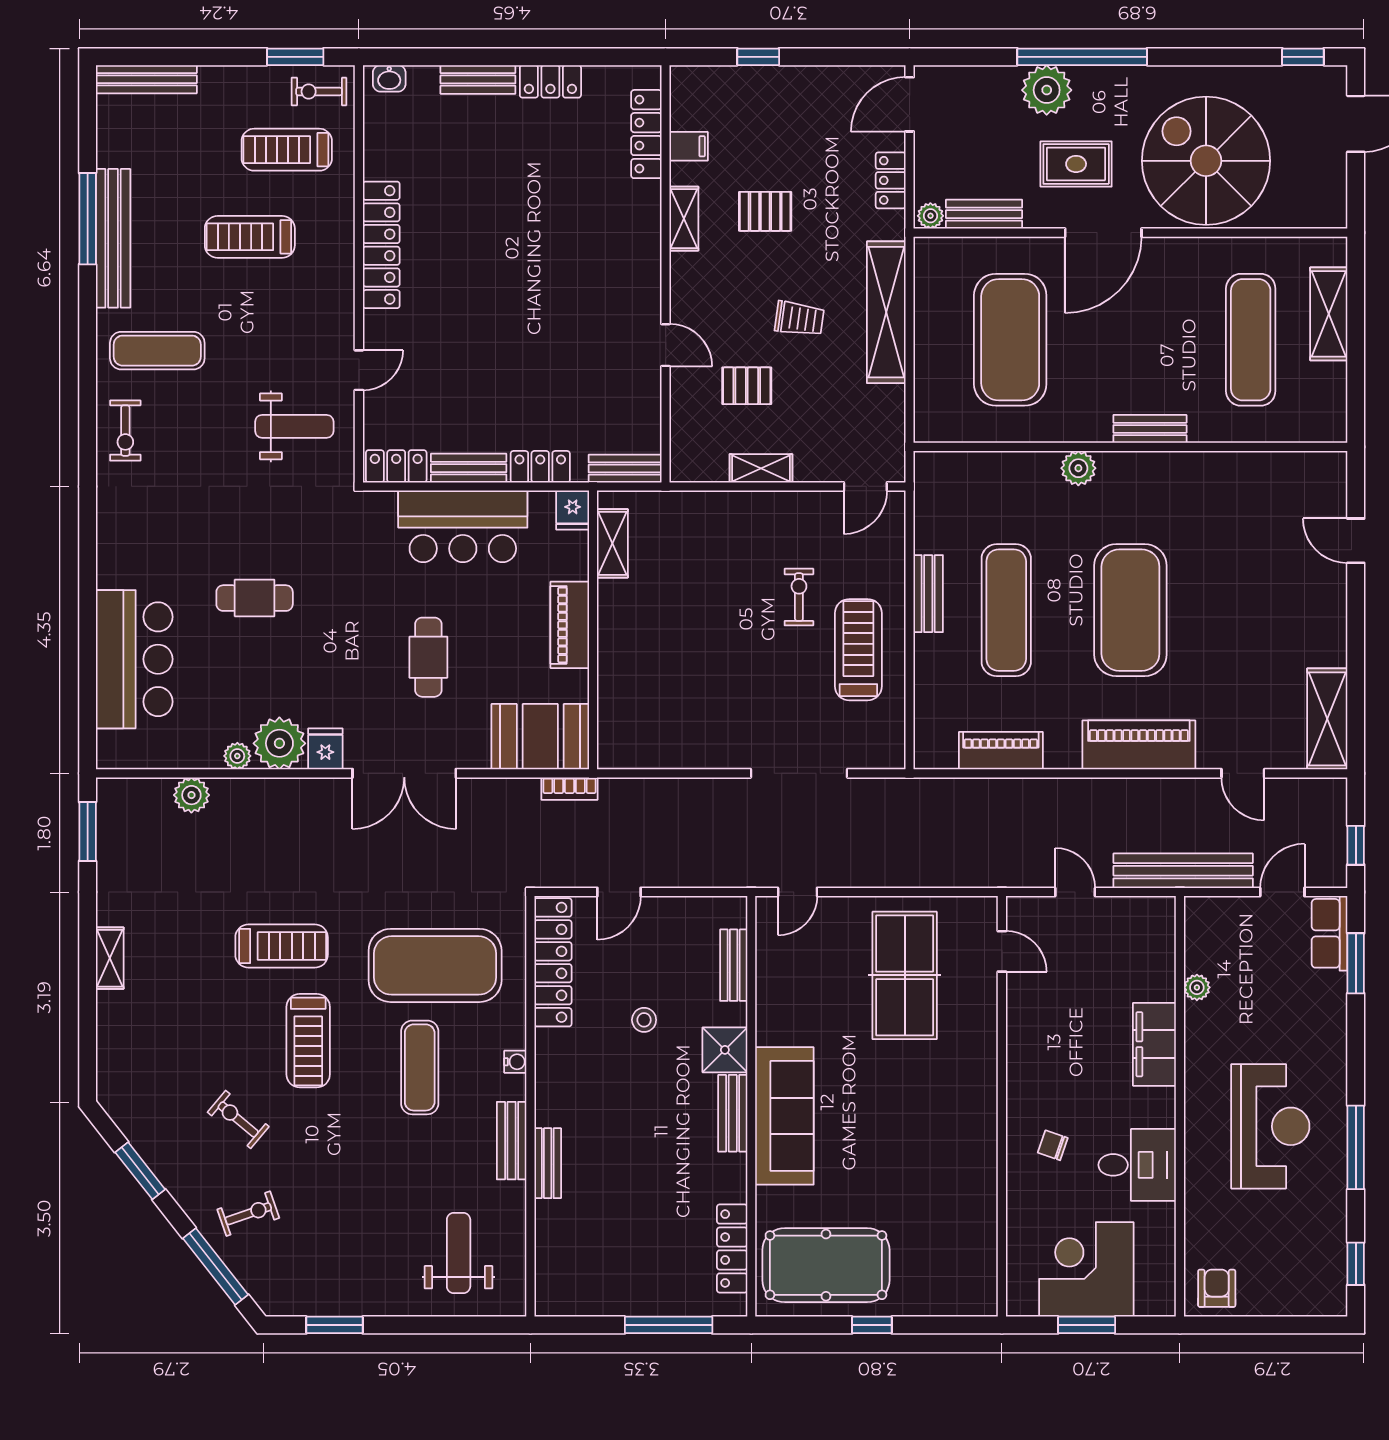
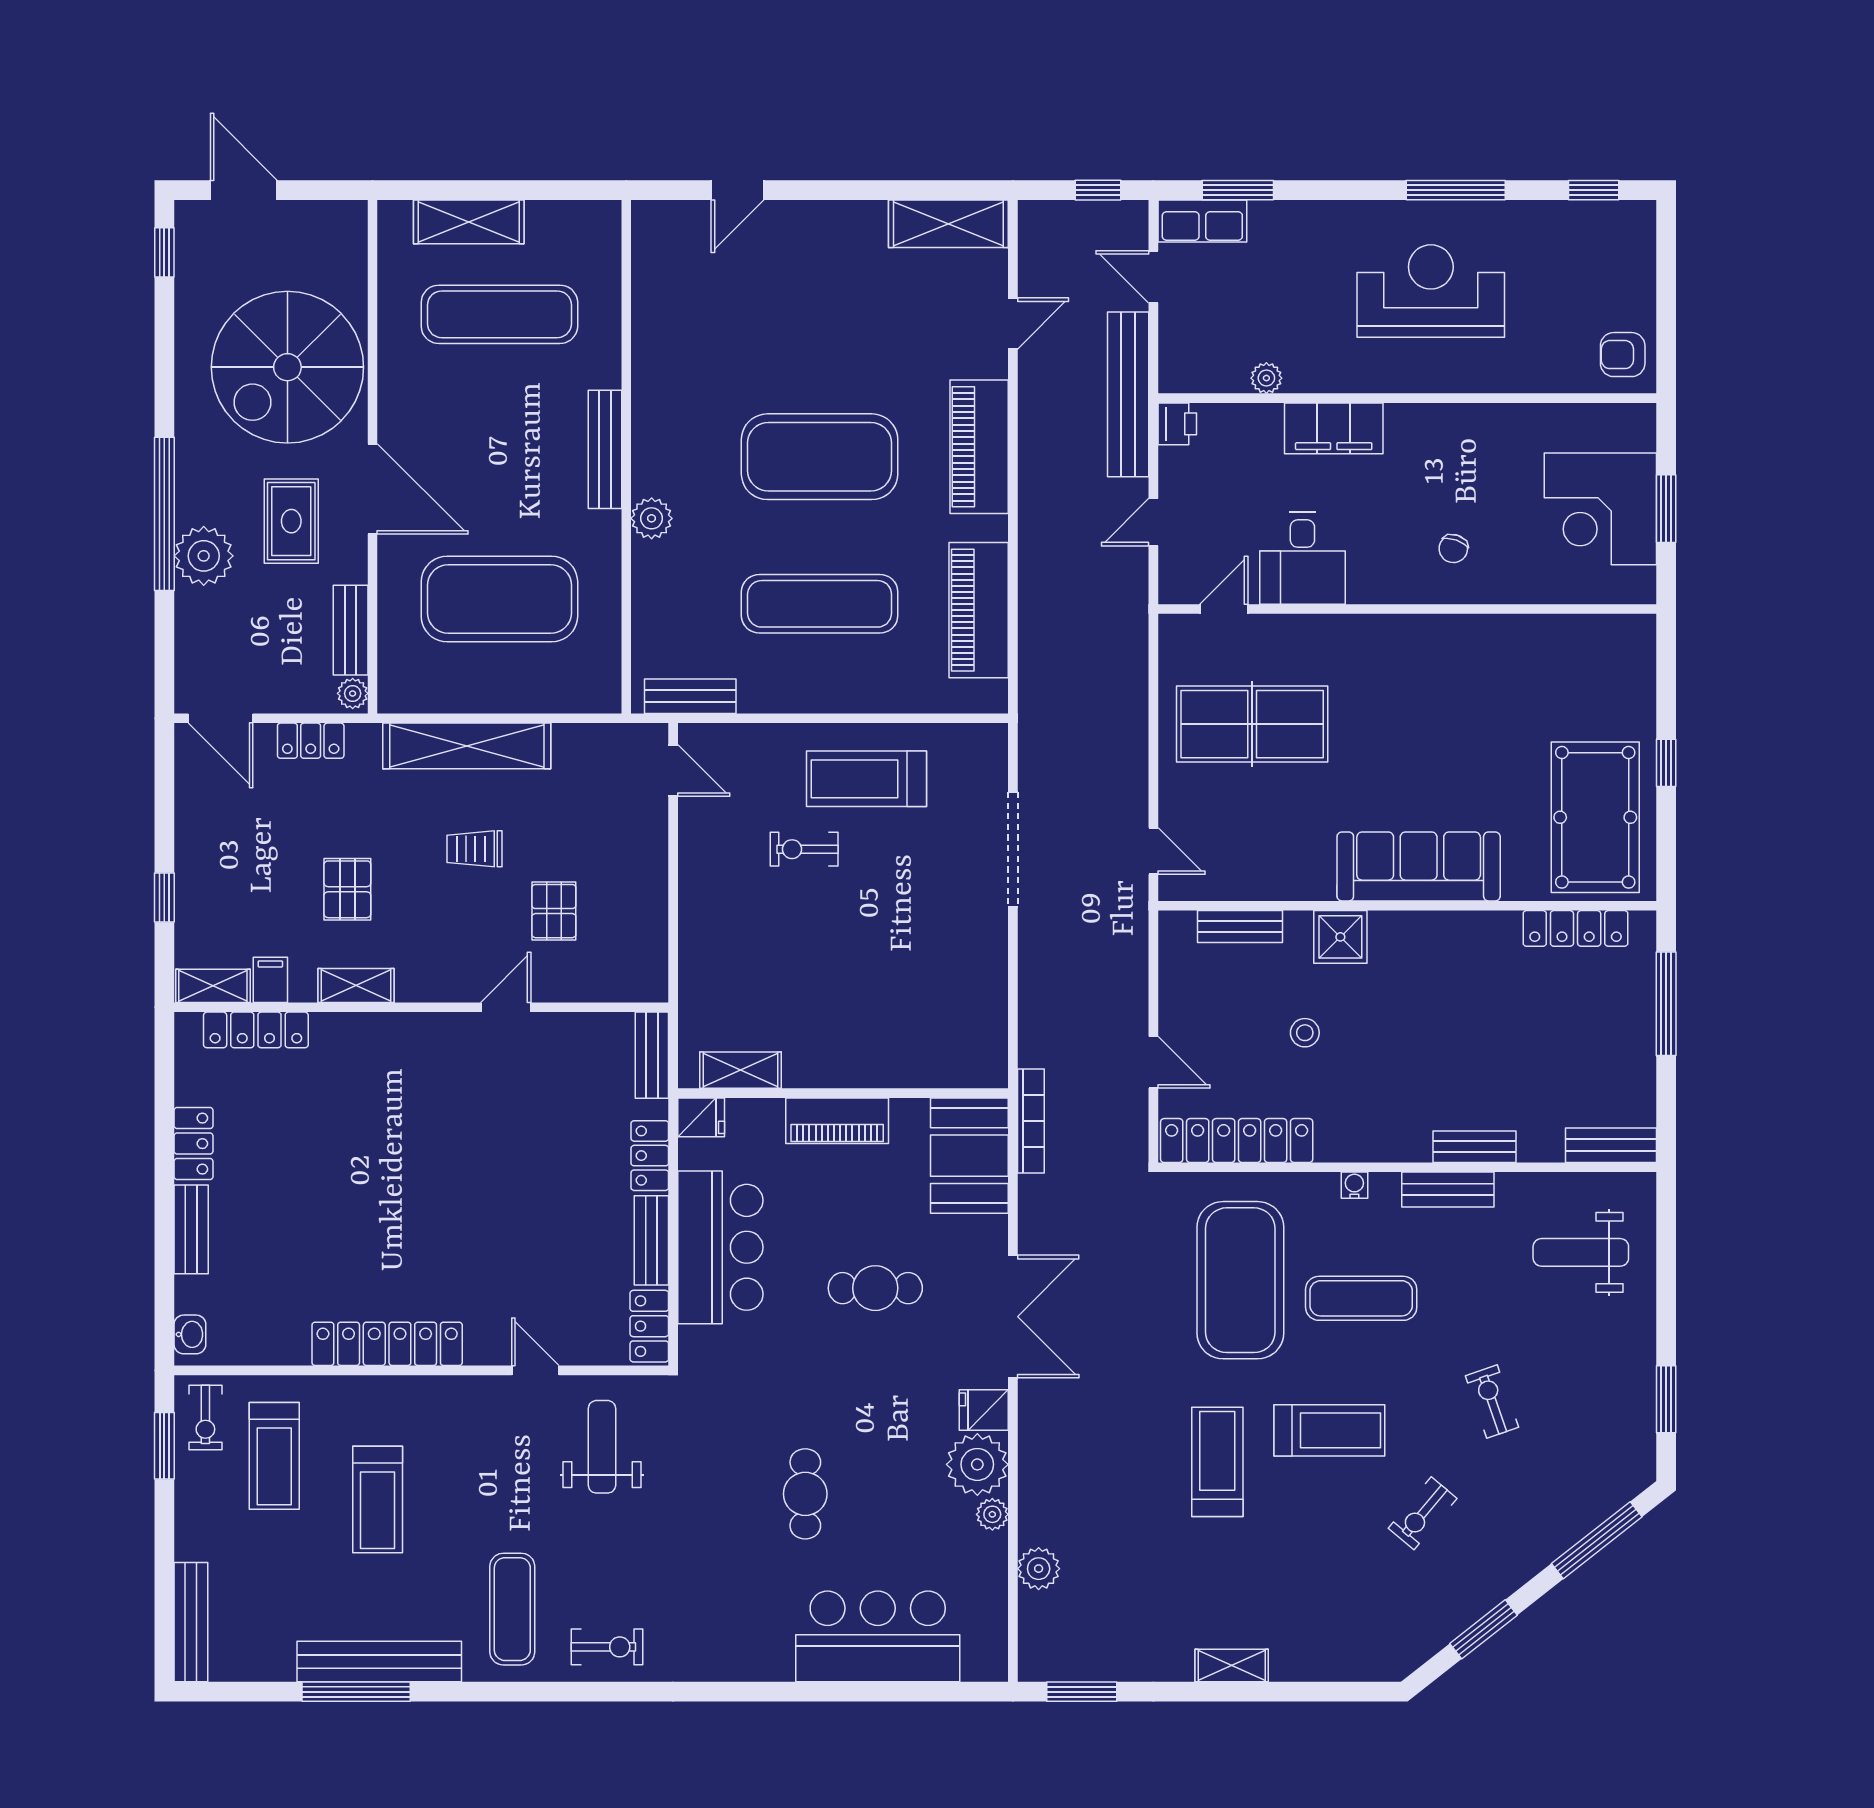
trolley: (799, 319) -> (474, 849), turned -98
bench: (1150, 429) -> (605, 449), width x1.36
shelving: (761, 468) -> (213, 986), moved, turned 90
bench: (928, 594) -> (690, 696), moved
piano: (1001, 751) -> (979, 610), width x1.37, depth x1.33
bookcase: (570, 789) -> (1031, 1121), width x1.56
printer: (1158, 912) -> (1177, 424), added
bench: (733, 1113) -> (1611, 1145), moved
desk: (1137, 1165) -> (1302, 558), moved, turned 180
exercise bike: (248, 1214) -> (1492, 1402), moved

